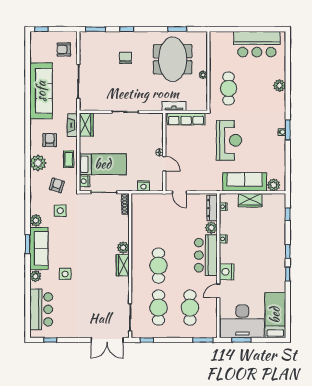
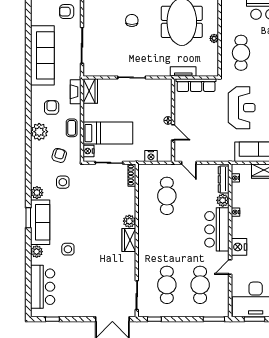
cafe table: (159, 266) -> (167, 196), moved

